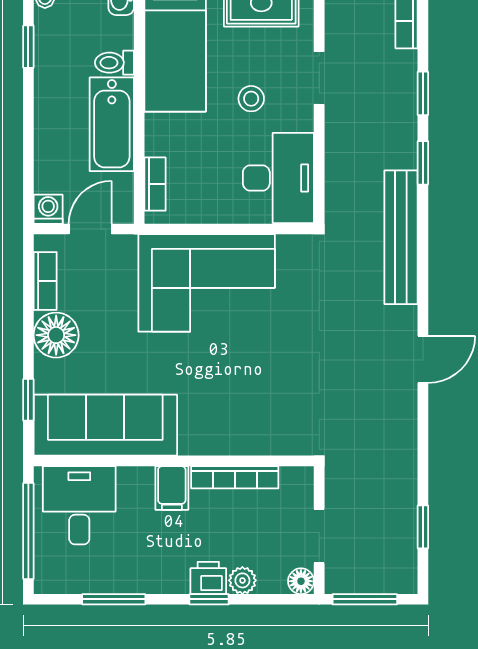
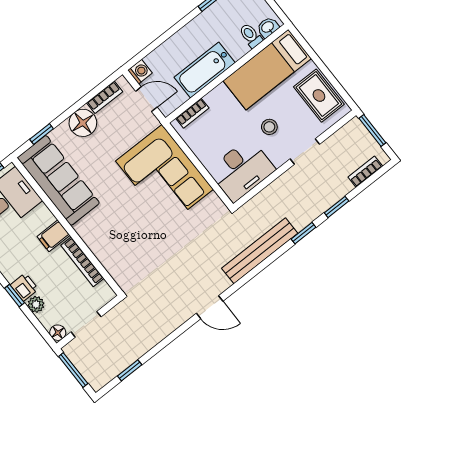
toilet: (114, 63) -> (251, 36), moved

